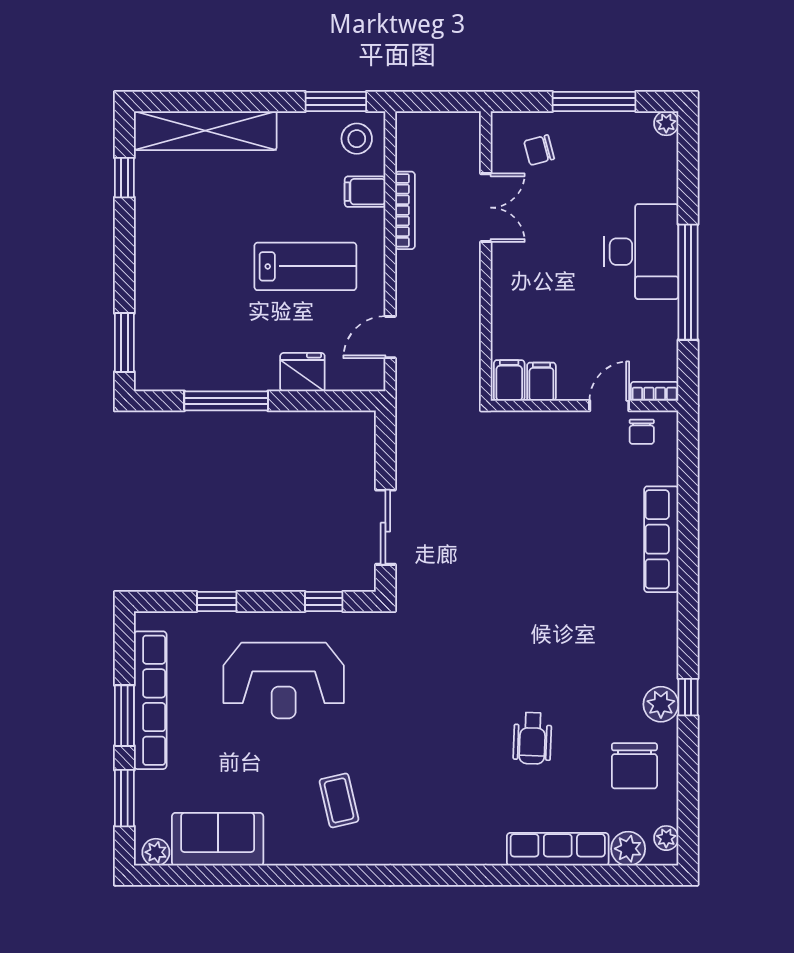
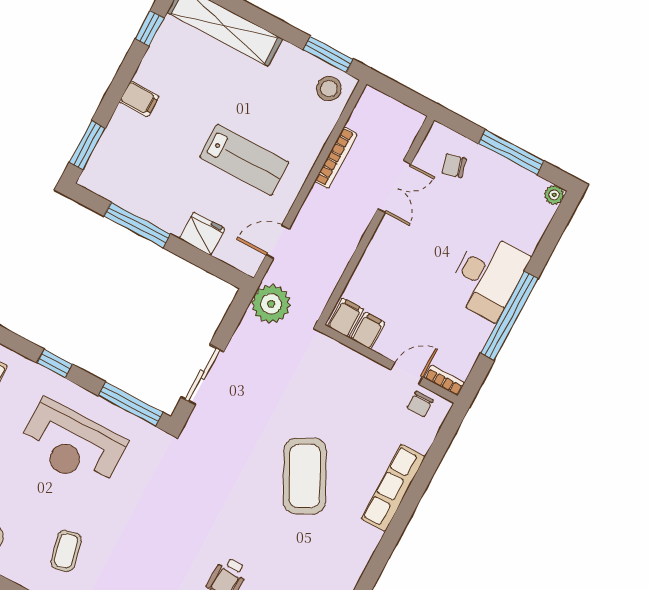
filing cabinet: (365, 192) -> (139, 99), moved, turned 180
plant: (419, 409) -> (271, 304), added
coffee table: (557, 578) -> (305, 476), added
window: (324, 601) -> (131, 404), width x2.17

